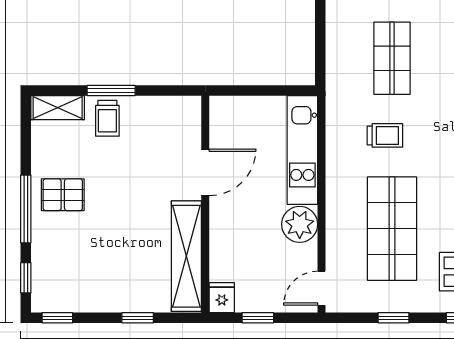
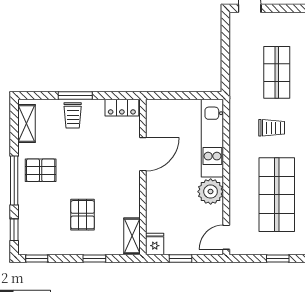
locker: (176, 107) -> (122, 108), added
shelving: (58, 108) -> (26, 123), moved, turned 90
shelving: (186, 256) -> (132, 236), width x0.45, depth x0.75
pallet: (121, 257) -> (83, 215), added

